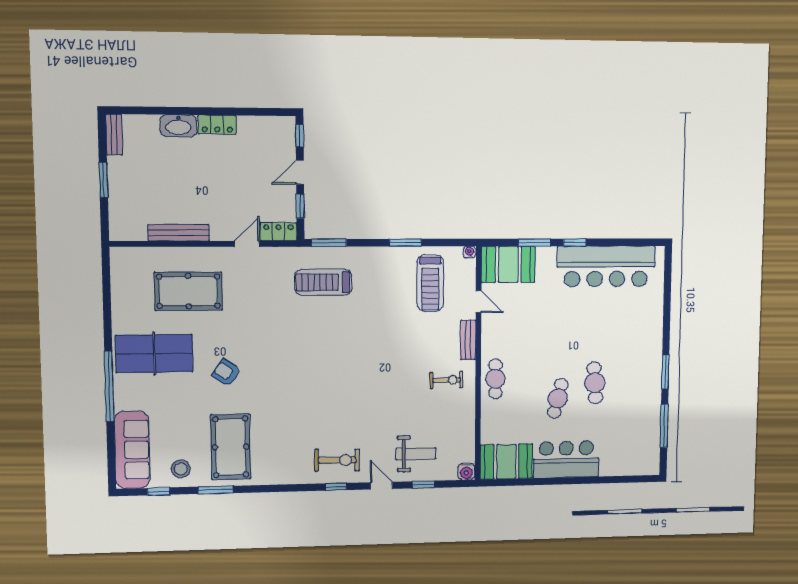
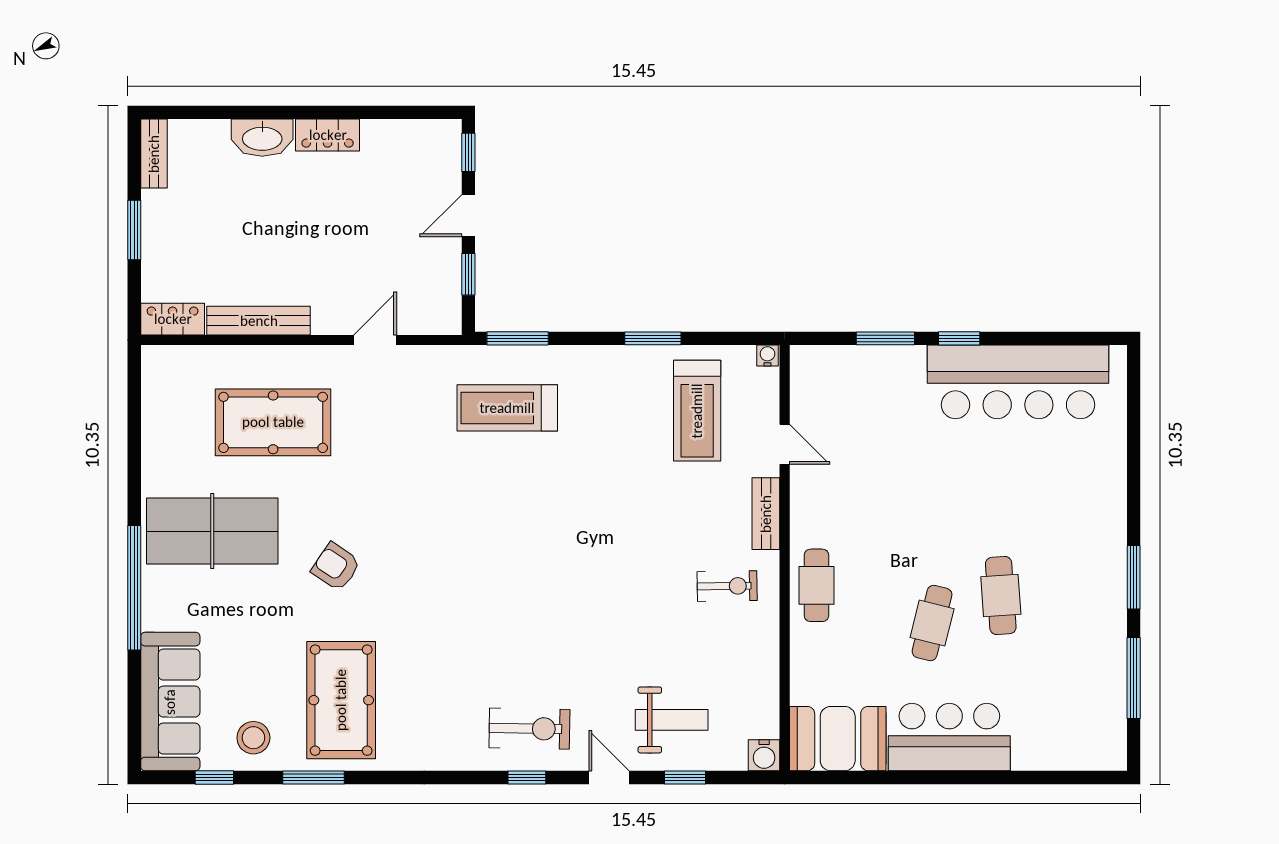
locker: (279, 232) -> (173, 319), moved
booth: (508, 264) -> (838, 378), removed

